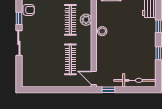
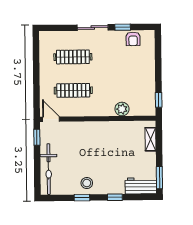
clothes rail: (70, 20) -> (73, 57), moved
stool: (102, 31) -> (87, 183), moved
door: (94, 78) -> (51, 119), hinge flipped

